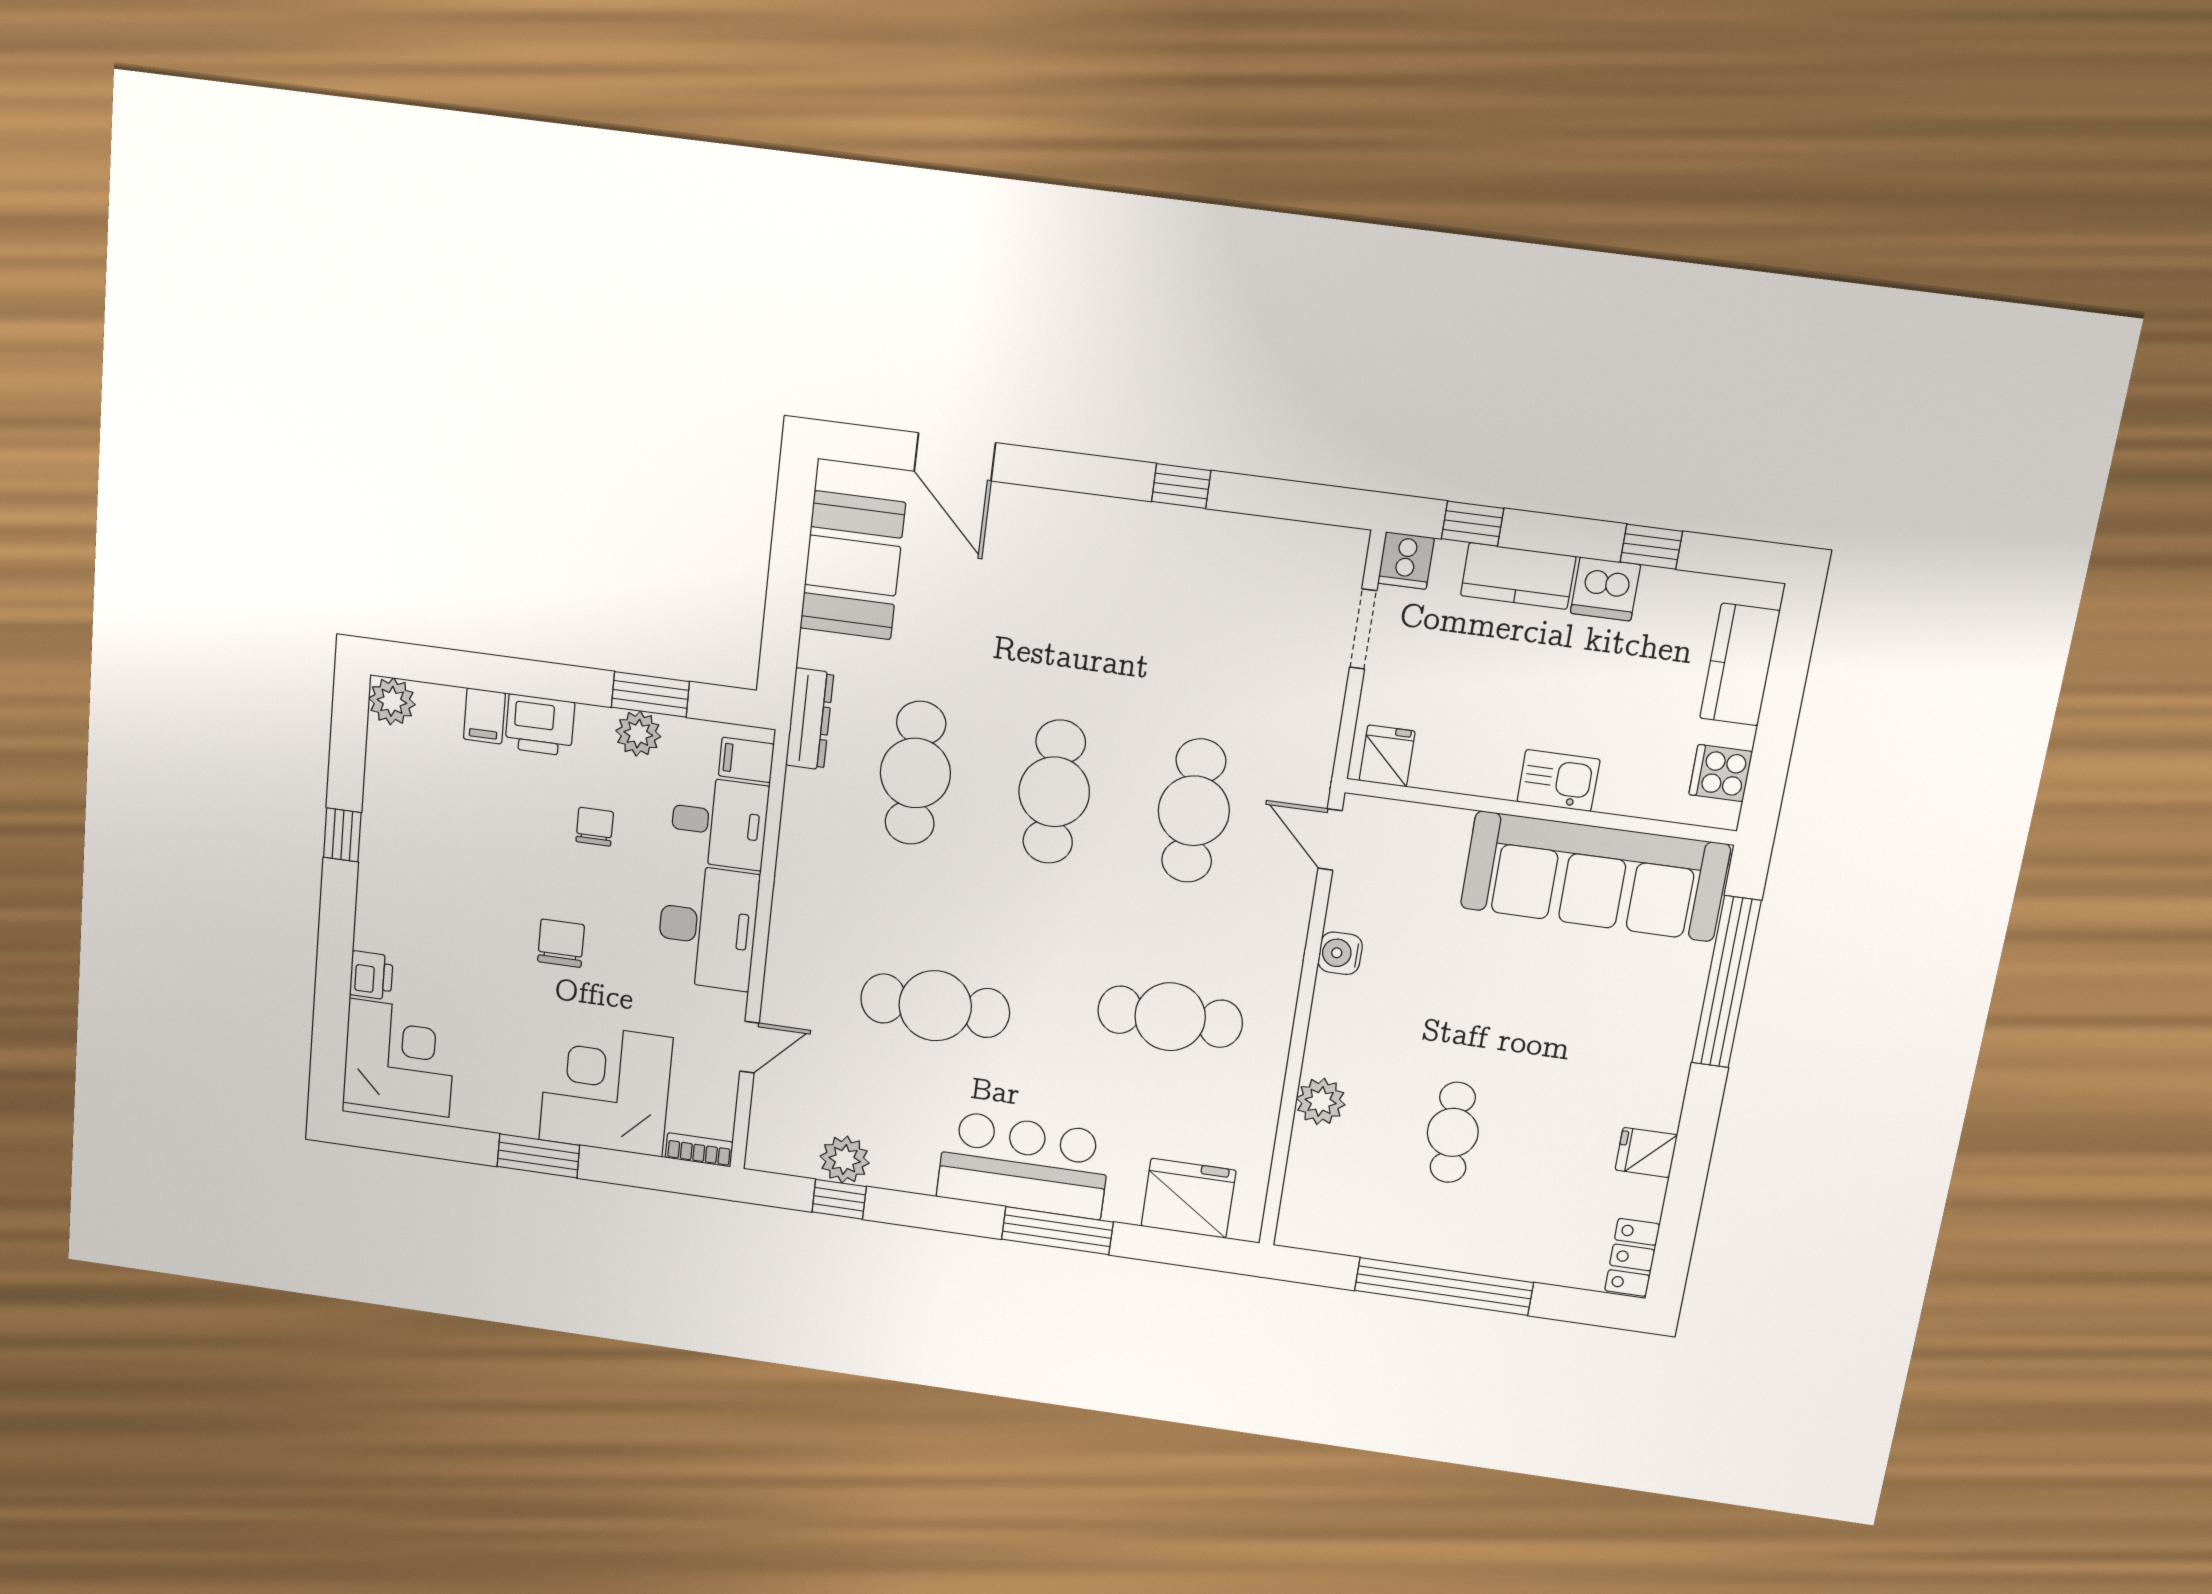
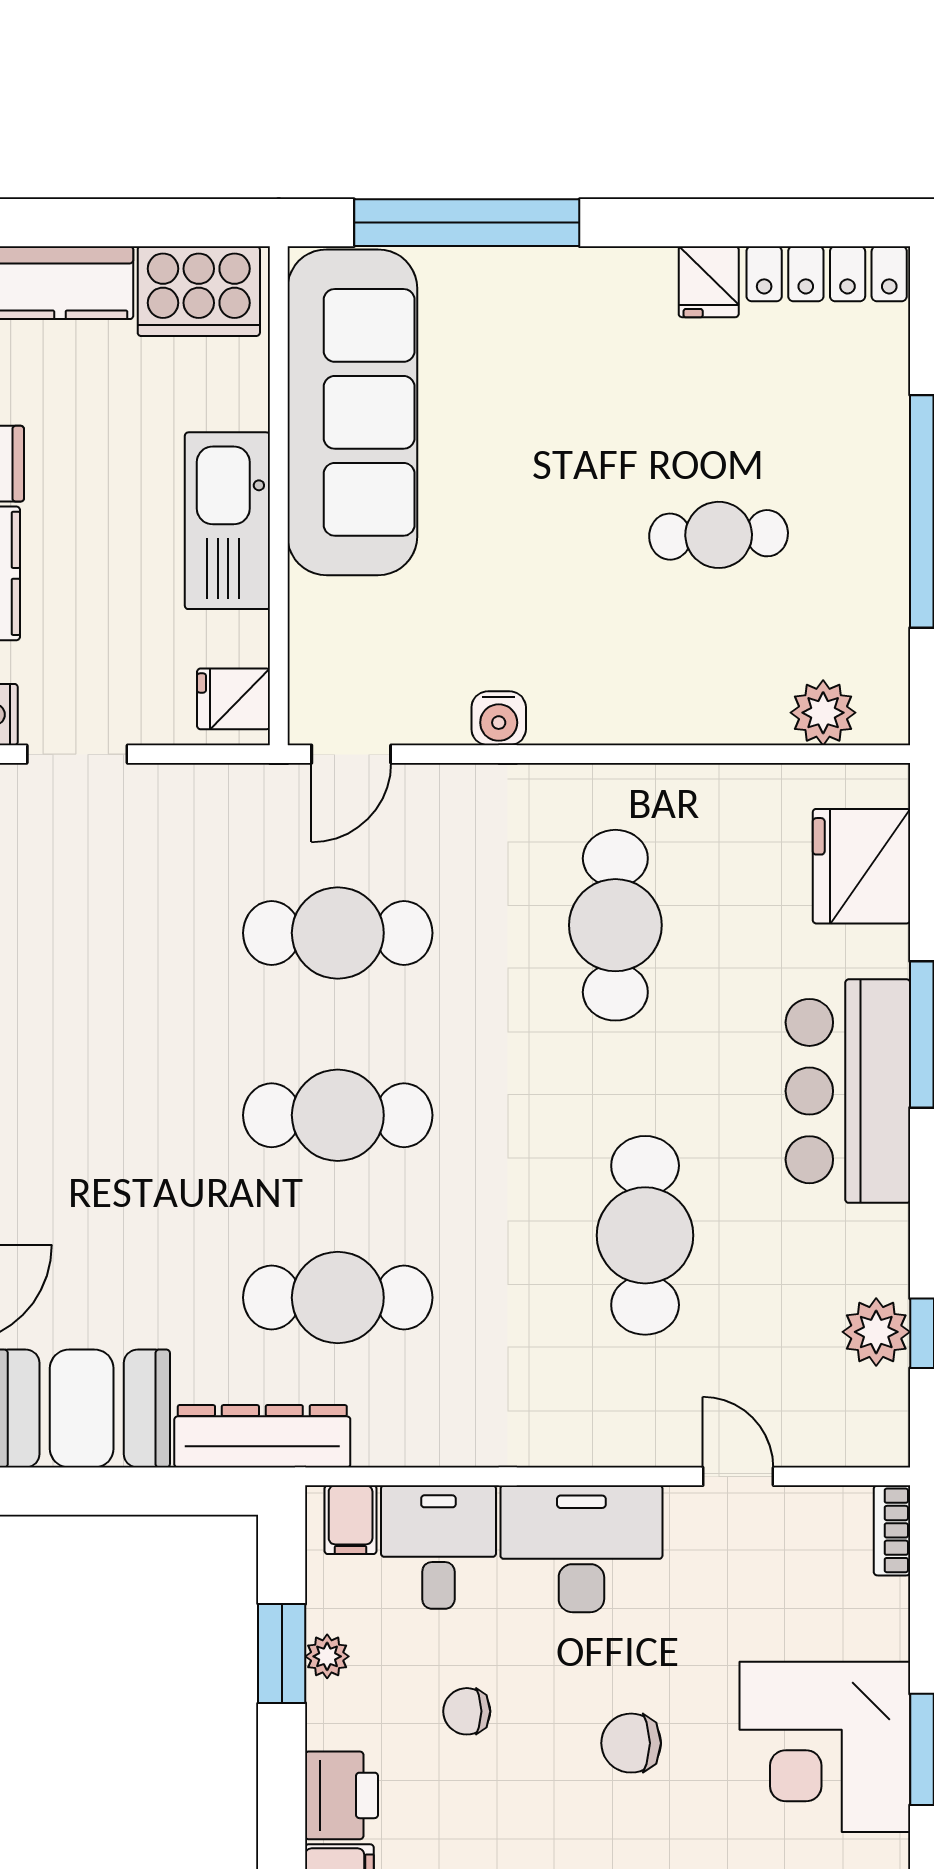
dresser: (810, 719) -> (262, 1436), width x1.37, depth x1.24
plant: (638, 734) -> (327, 1656), width x0.73, depth x0.73
cooker: (1721, 773) -> (199, 291), width x1.87, depth x1.31
kitchen sink: (1558, 781) -> (227, 521), width x1.88, depth x1.24
corner desk: (606, 1089) -> (825, 1747), moved
plant: (1321, 1101) -> (823, 713), moved
locker: (1632, 1257) -> (827, 274), width x1.53

